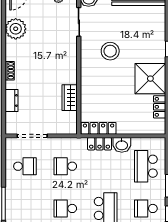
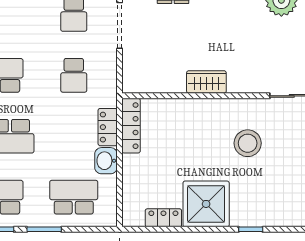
wardrobe: (70, 98) -> (206, 82), moved
school desk: (65, 166) -> (74, 75), turned 180

